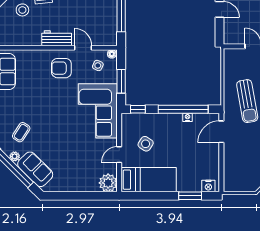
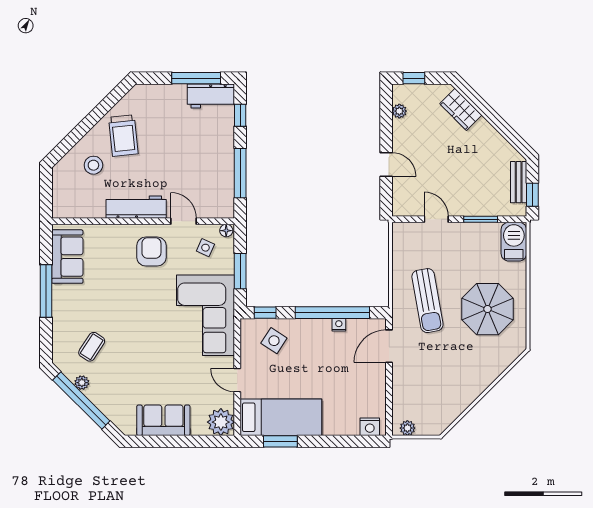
workbench: (57, 38) -> (136, 207), width x1.37
armchair: (61, 68) -> (151, 252), turned 90
side table: (146, 144) -> (274, 341), moved
door: (119, 155) -> (237, 380), hinge flipped
sofa: (35, 169) -> (163, 420), moved, turned -45
plant: (234, 187) -> (407, 428), added
window: (190, 196) -> (280, 441), moved

